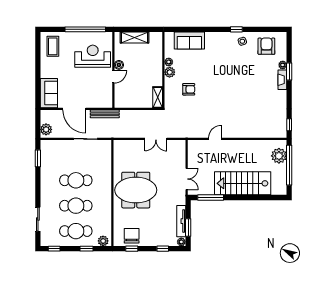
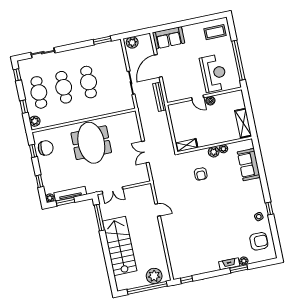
shelving: (134, 37) -> (243, 123), moved

